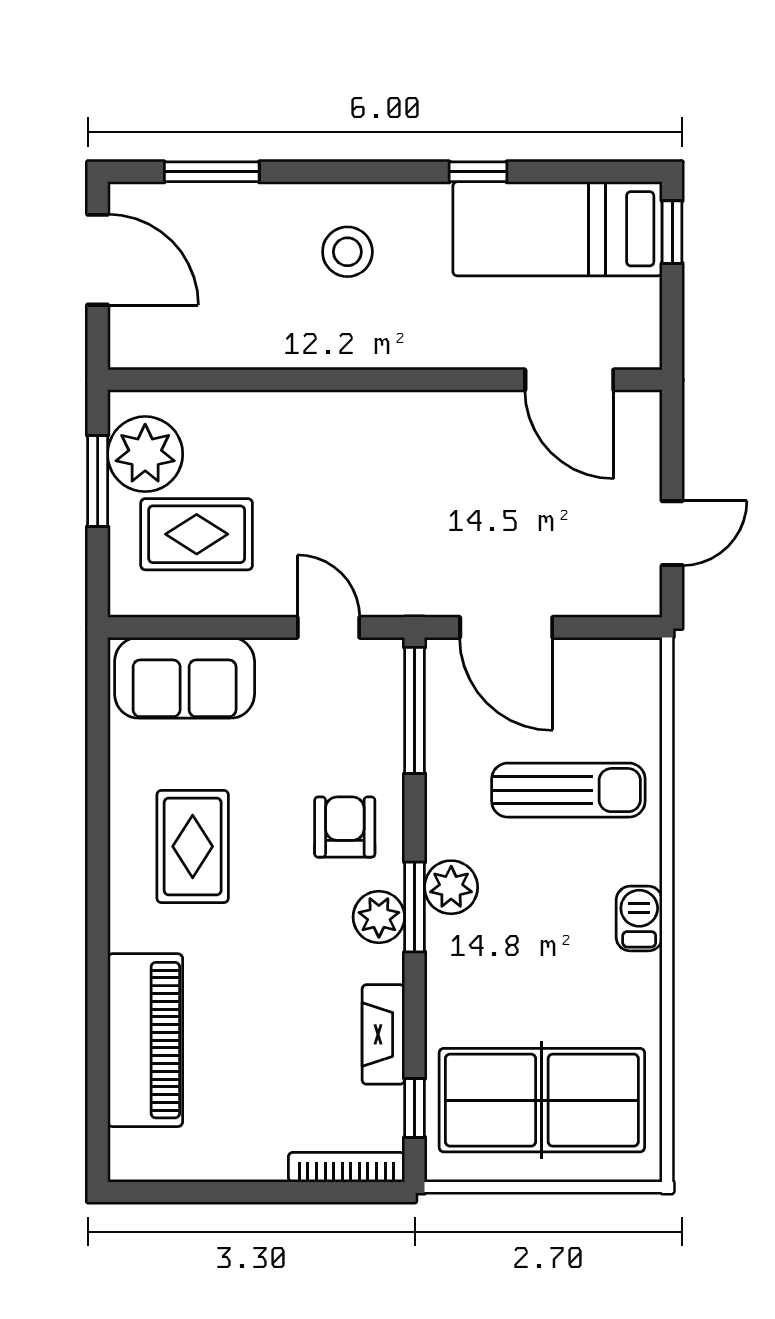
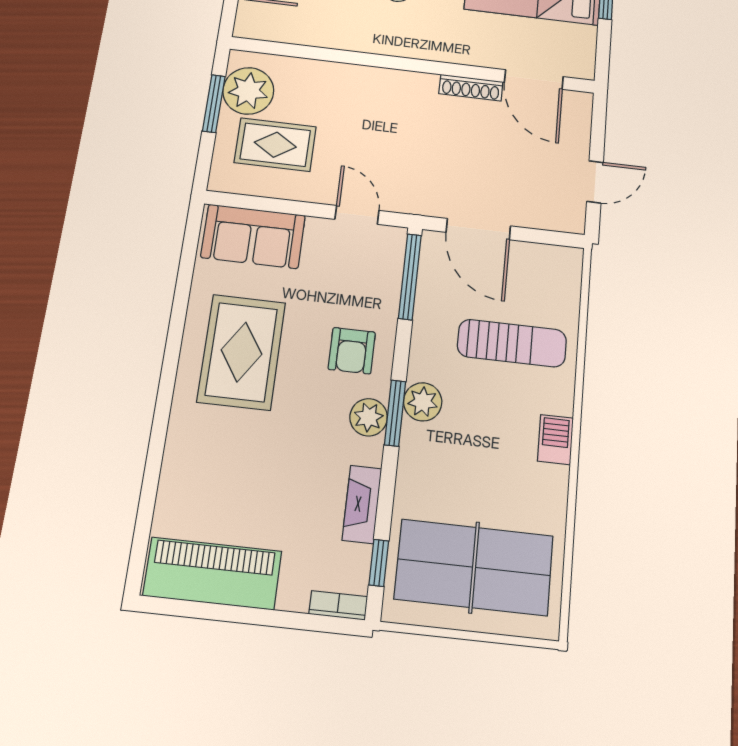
shoe rack: (475, 406) -> (471, 88), added
armchair: (345, 827) -> (352, 351), turned 180
rug: (193, 846) -> (242, 352), width x1.36, depth x1.43
piano: (145, 1040) -> (213, 573), moved, turned -90
bookcase: (347, 1167) -> (338, 605), width x0.64

